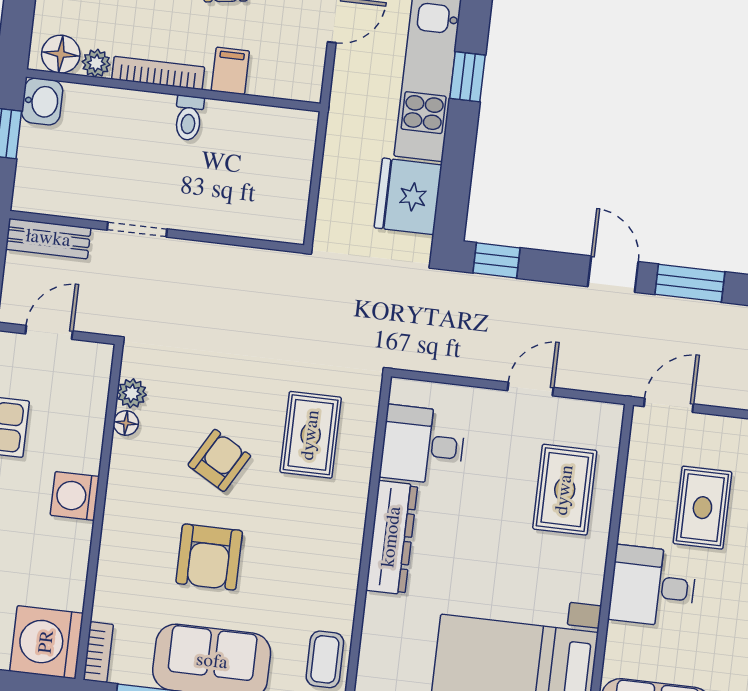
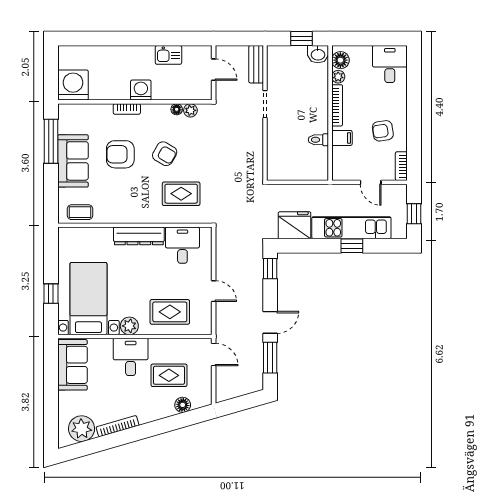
toilet: (189, 118) -> (318, 140), moved
plant: (585, 581) -> (129, 326), added
bookcase: (98, 652) -> (127, 109), moved

